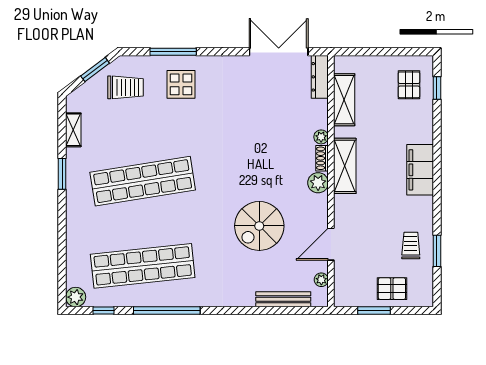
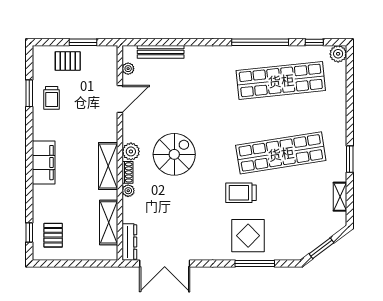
display table: (181, 84) -> (248, 236), width x1.36, depth x1.36
trolley: (125, 87) -> (241, 193), moved
spiral stairs: (259, 226) -> (174, 154), moved

